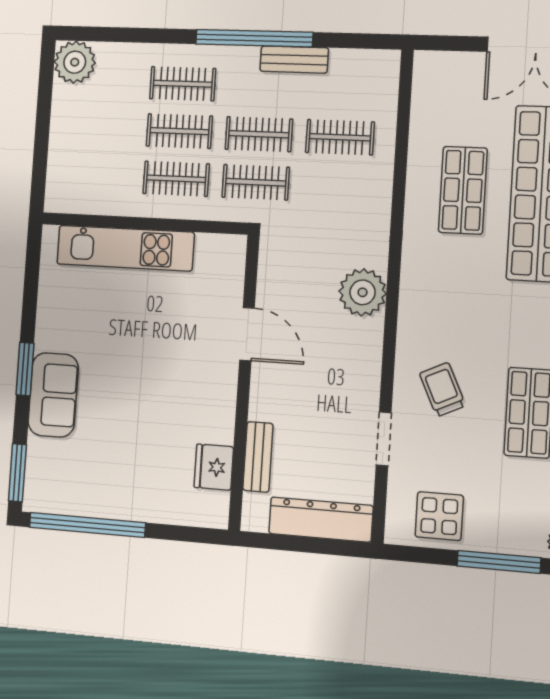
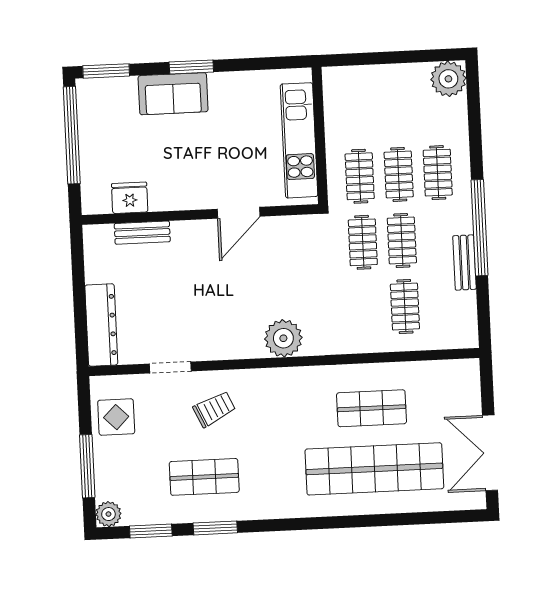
door: (247, 334) -> (239, 213), moved
wall: (244, 382) -> (200, 214), moved
bench: (258, 457) -> (142, 233), moved
fridge: (214, 467) -> (130, 198), moved

